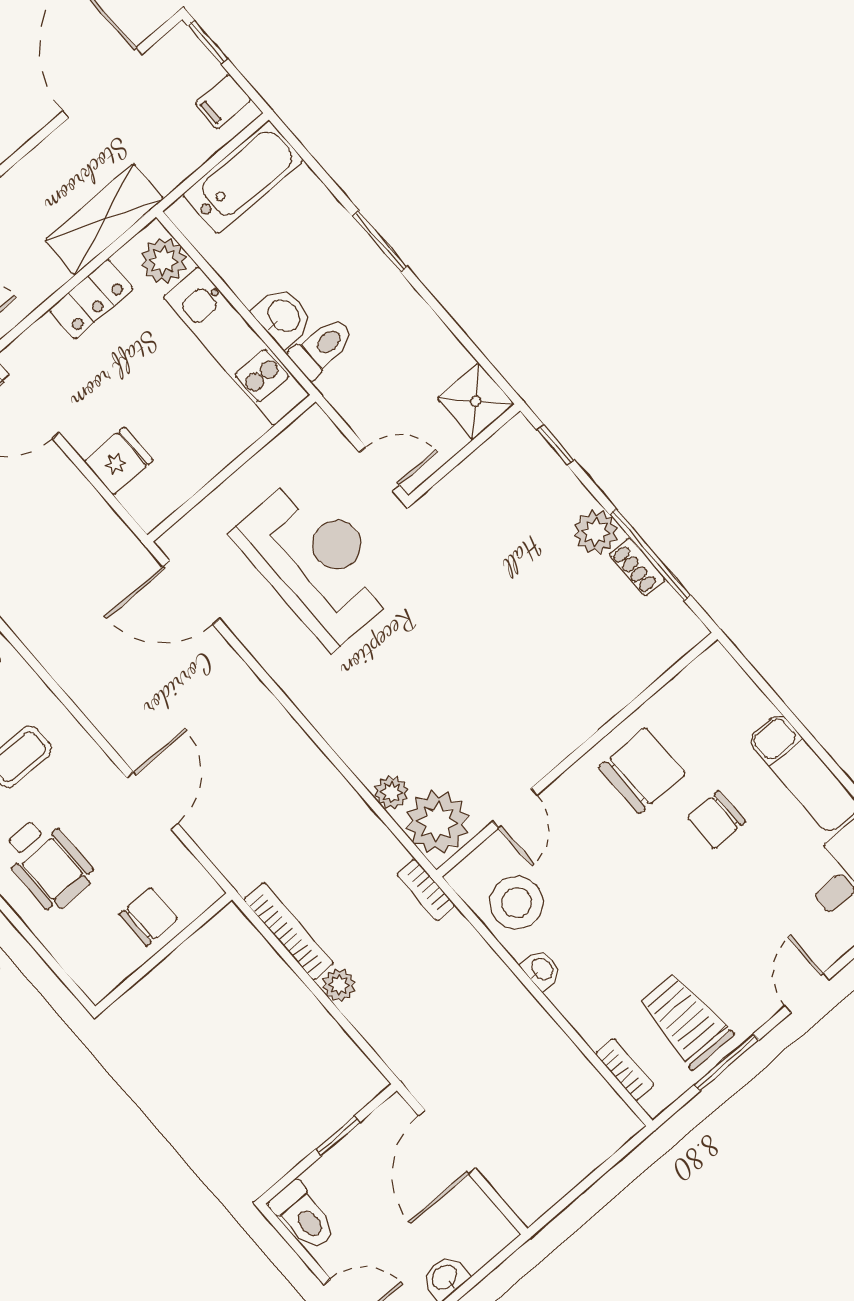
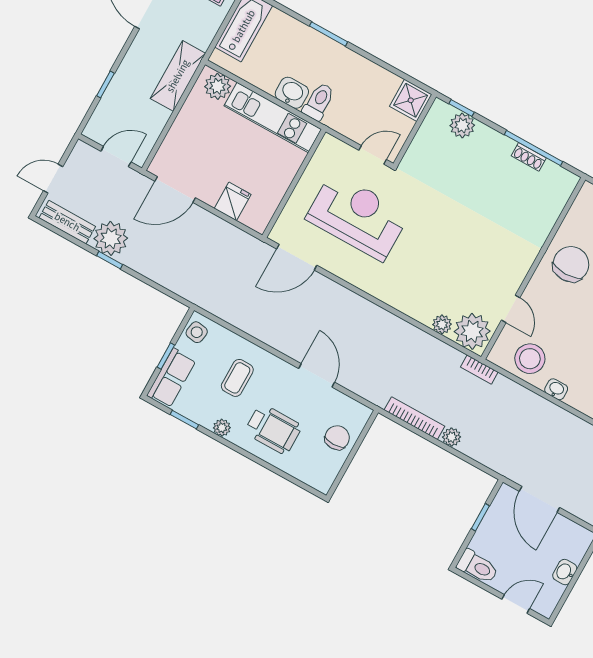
locker: (91, 299) -> (186, 121), removed
plant: (596, 532) -> (462, 125), moved

